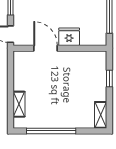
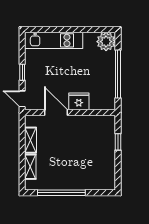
shelving: (101, 115) -> (31, 140), moved

